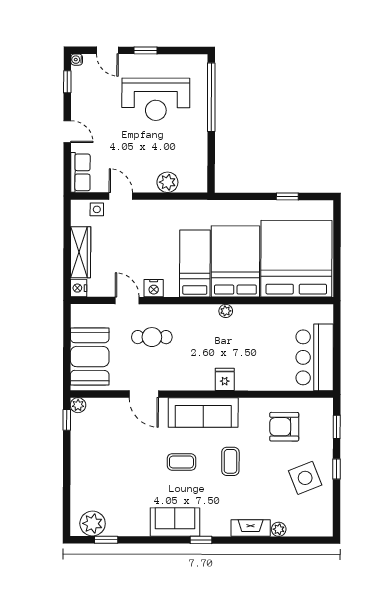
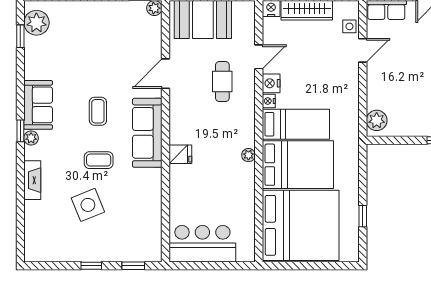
plant: (167, 182) -> (377, 120), moved
nightstand: (171, 291) -> (269, 101), added
armchair: (284, 427) -> (133, 214), removed
side table: (305, 478) -> (88, 205), moved
plant: (279, 529) -> (31, 138), moved

